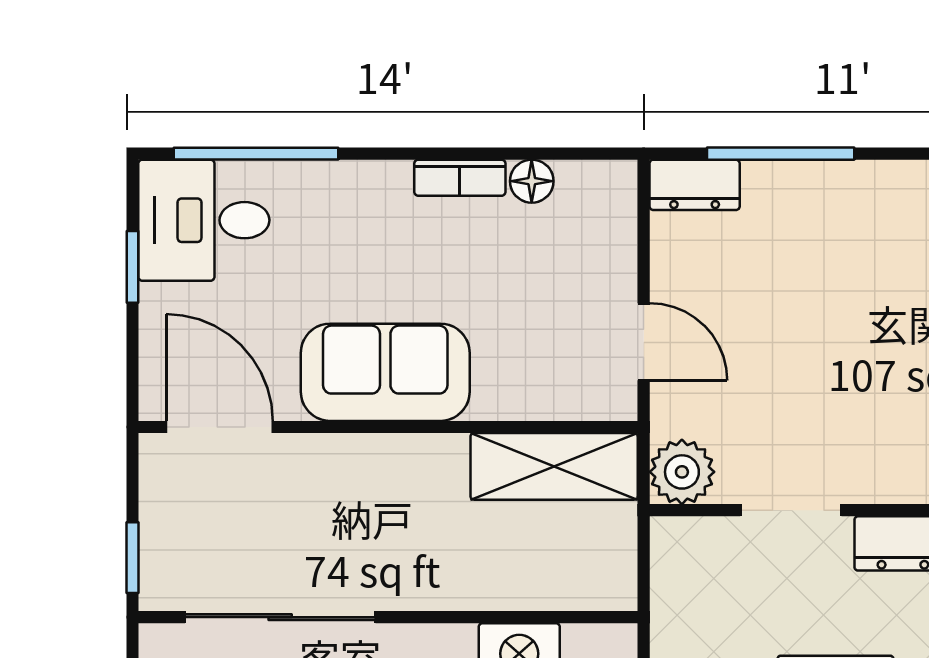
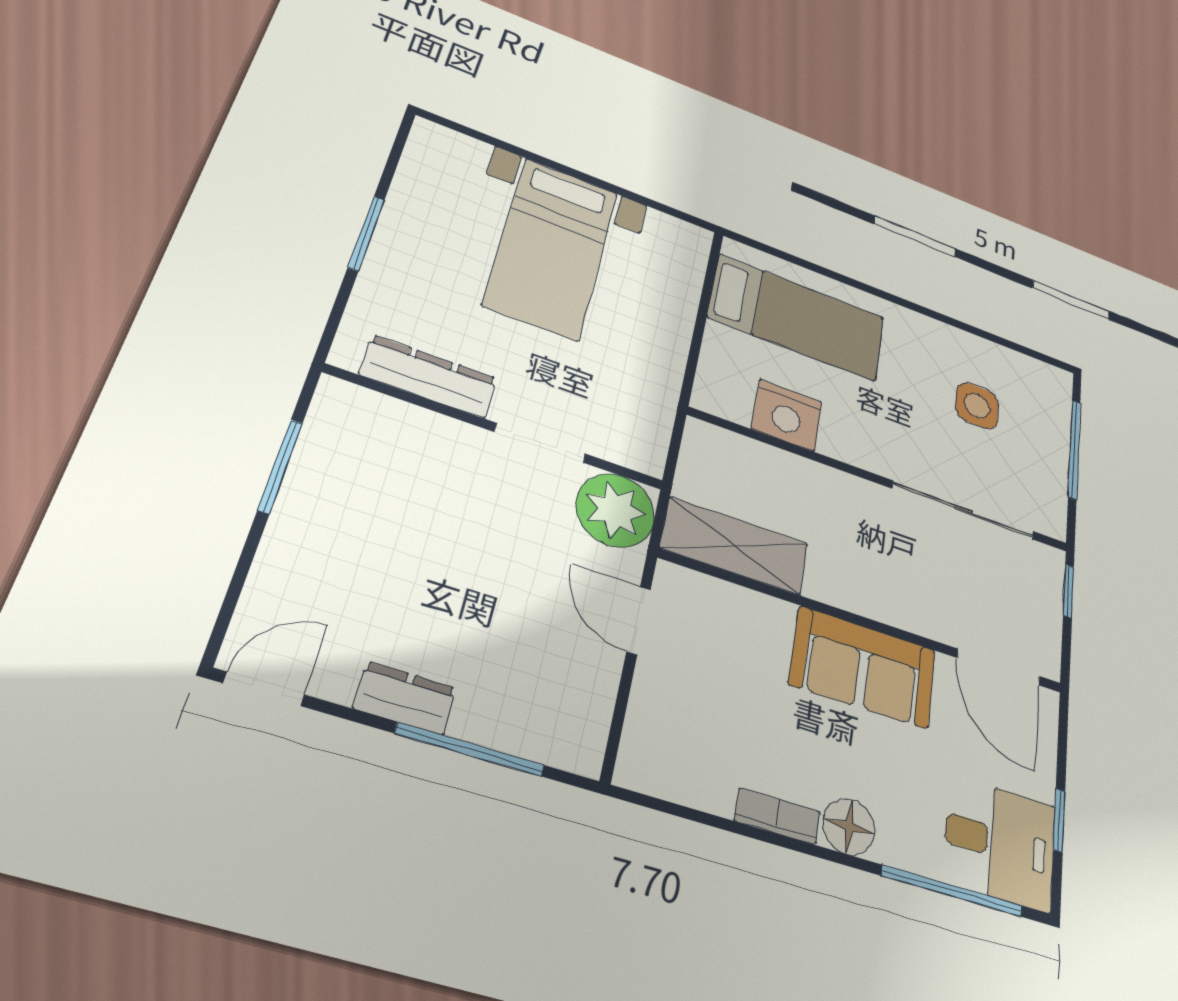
floor lamp: (532, 181) -> (849, 827), moved, width x1.37, depth x1.37
dresser: (695, 185) -> (405, 698), moved
plant: (682, 472) -> (615, 510), width x1.36, depth x1.36

